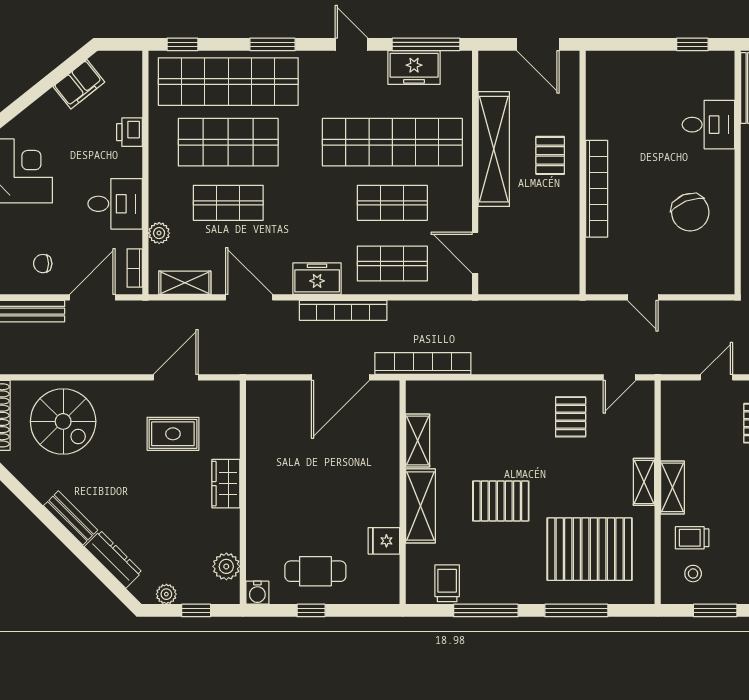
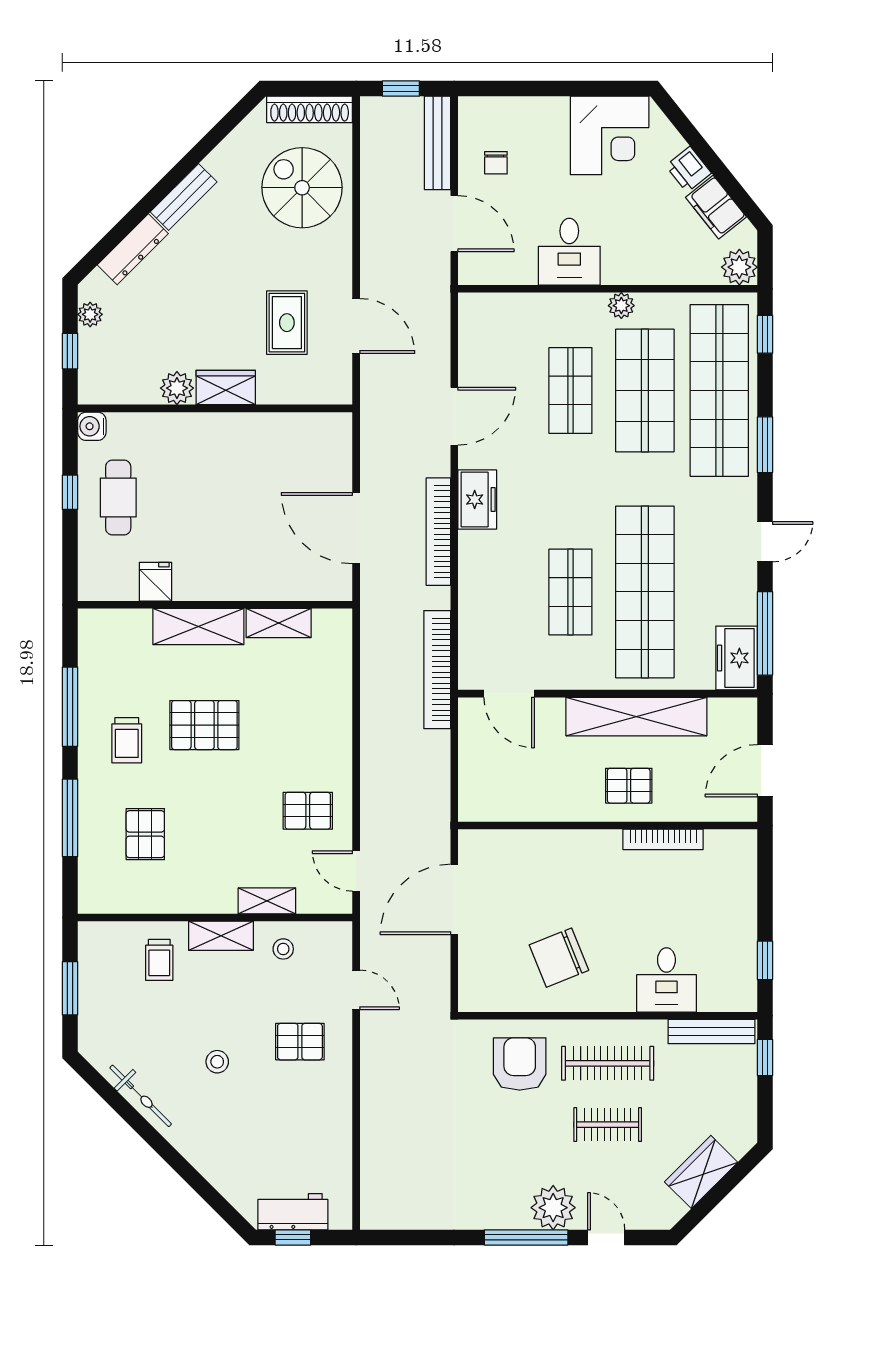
plant: (128, 65) -> (739, 267), added
freezer: (414, 68) -> (737, 658), moved
printer: (130, 132) -> (689, 169), moved, turned -129
bookcase: (597, 189) -> (663, 839), moved, width x0.68, depth x0.76
plant: (159, 233) -> (621, 306), moved
door: (475, 253) -> (509, 694), swing flipped
shop shelf: (392, 263) -> (496, 592), removed
chair: (43, 264) -> (496, 163), turned 180
bookcase: (135, 268) -> (490, 276), removed
shelving: (185, 283) -> (472, 337), removed
door: (643, 297) -> (454, 899), width x1.87
bookcase: (423, 363) -> (437, 670), moved, turned 180
spiral stairs: (63, 421) -> (302, 188), turned 90
shelving: (644, 482) -> (267, 901), moved
pallet: (501, 501) -> (204, 725), turned 90
trolley: (692, 538) -> (159, 960), turned 180
pallet: (590, 549) -> (145, 834), width x0.49, depth x0.50
plant: (226, 566) -> (177, 388), moved
stool: (693, 574) -> (283, 949), moved
trolley: (447, 583) -> (127, 740), moved, turned 90

